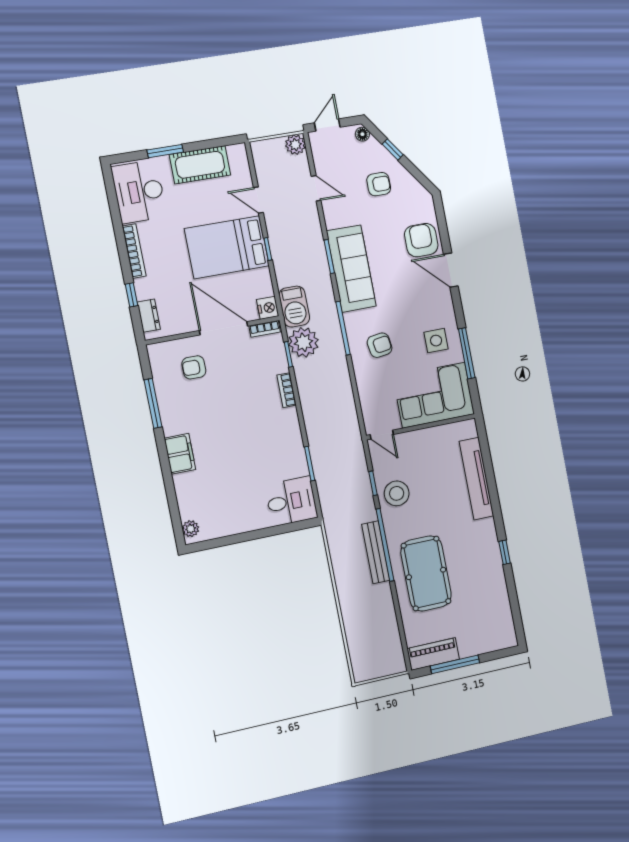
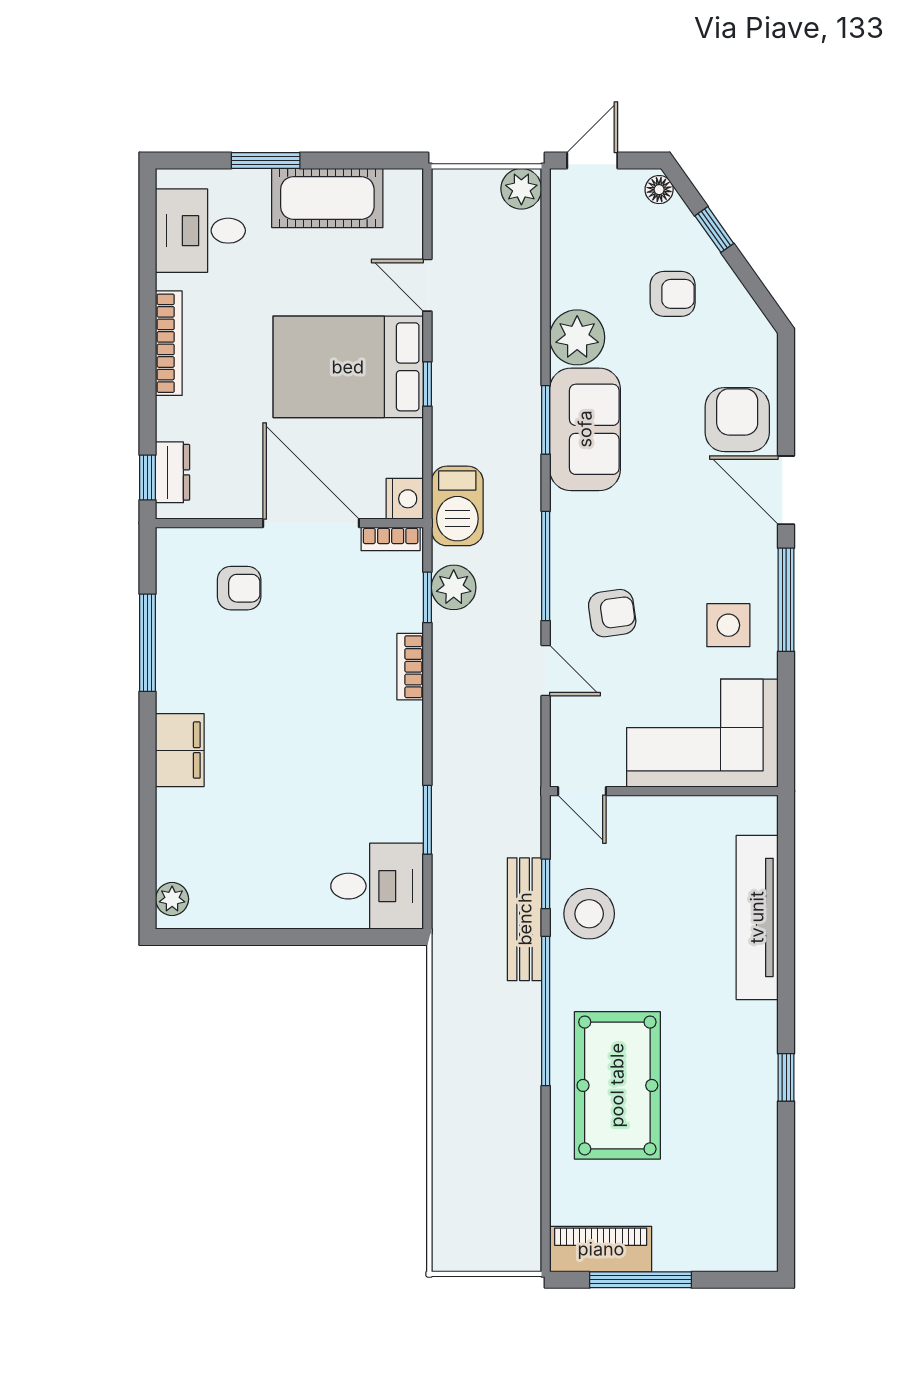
door: (316, 188) -> (546, 670), moved
desk: (139, 192) -> (200, 231), width x0.73
plant: (337, 213) -> (577, 337), added
sofa: (351, 269) -> (585, 429), width x0.73
window: (132, 295) -> (148, 478), moved
plant: (303, 342) -> (454, 587), width x0.73, depth x0.73
window: (467, 353) -> (786, 600), moved
armchair: (194, 367) -> (239, 588), turned 180
bench: (376, 552) -> (525, 919), moved

